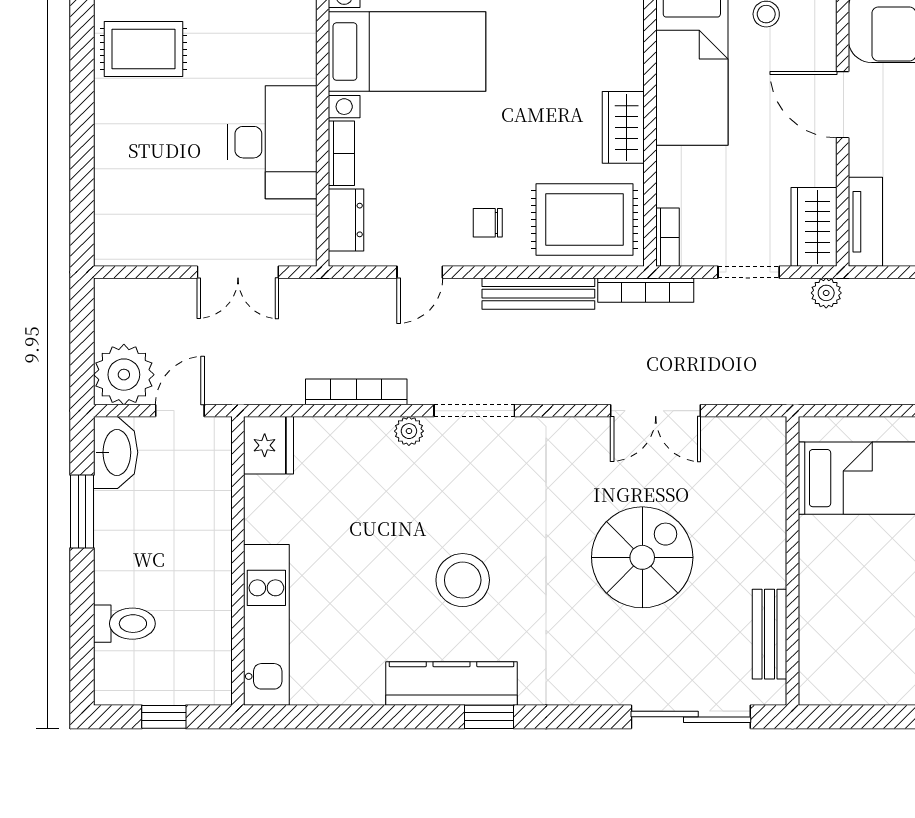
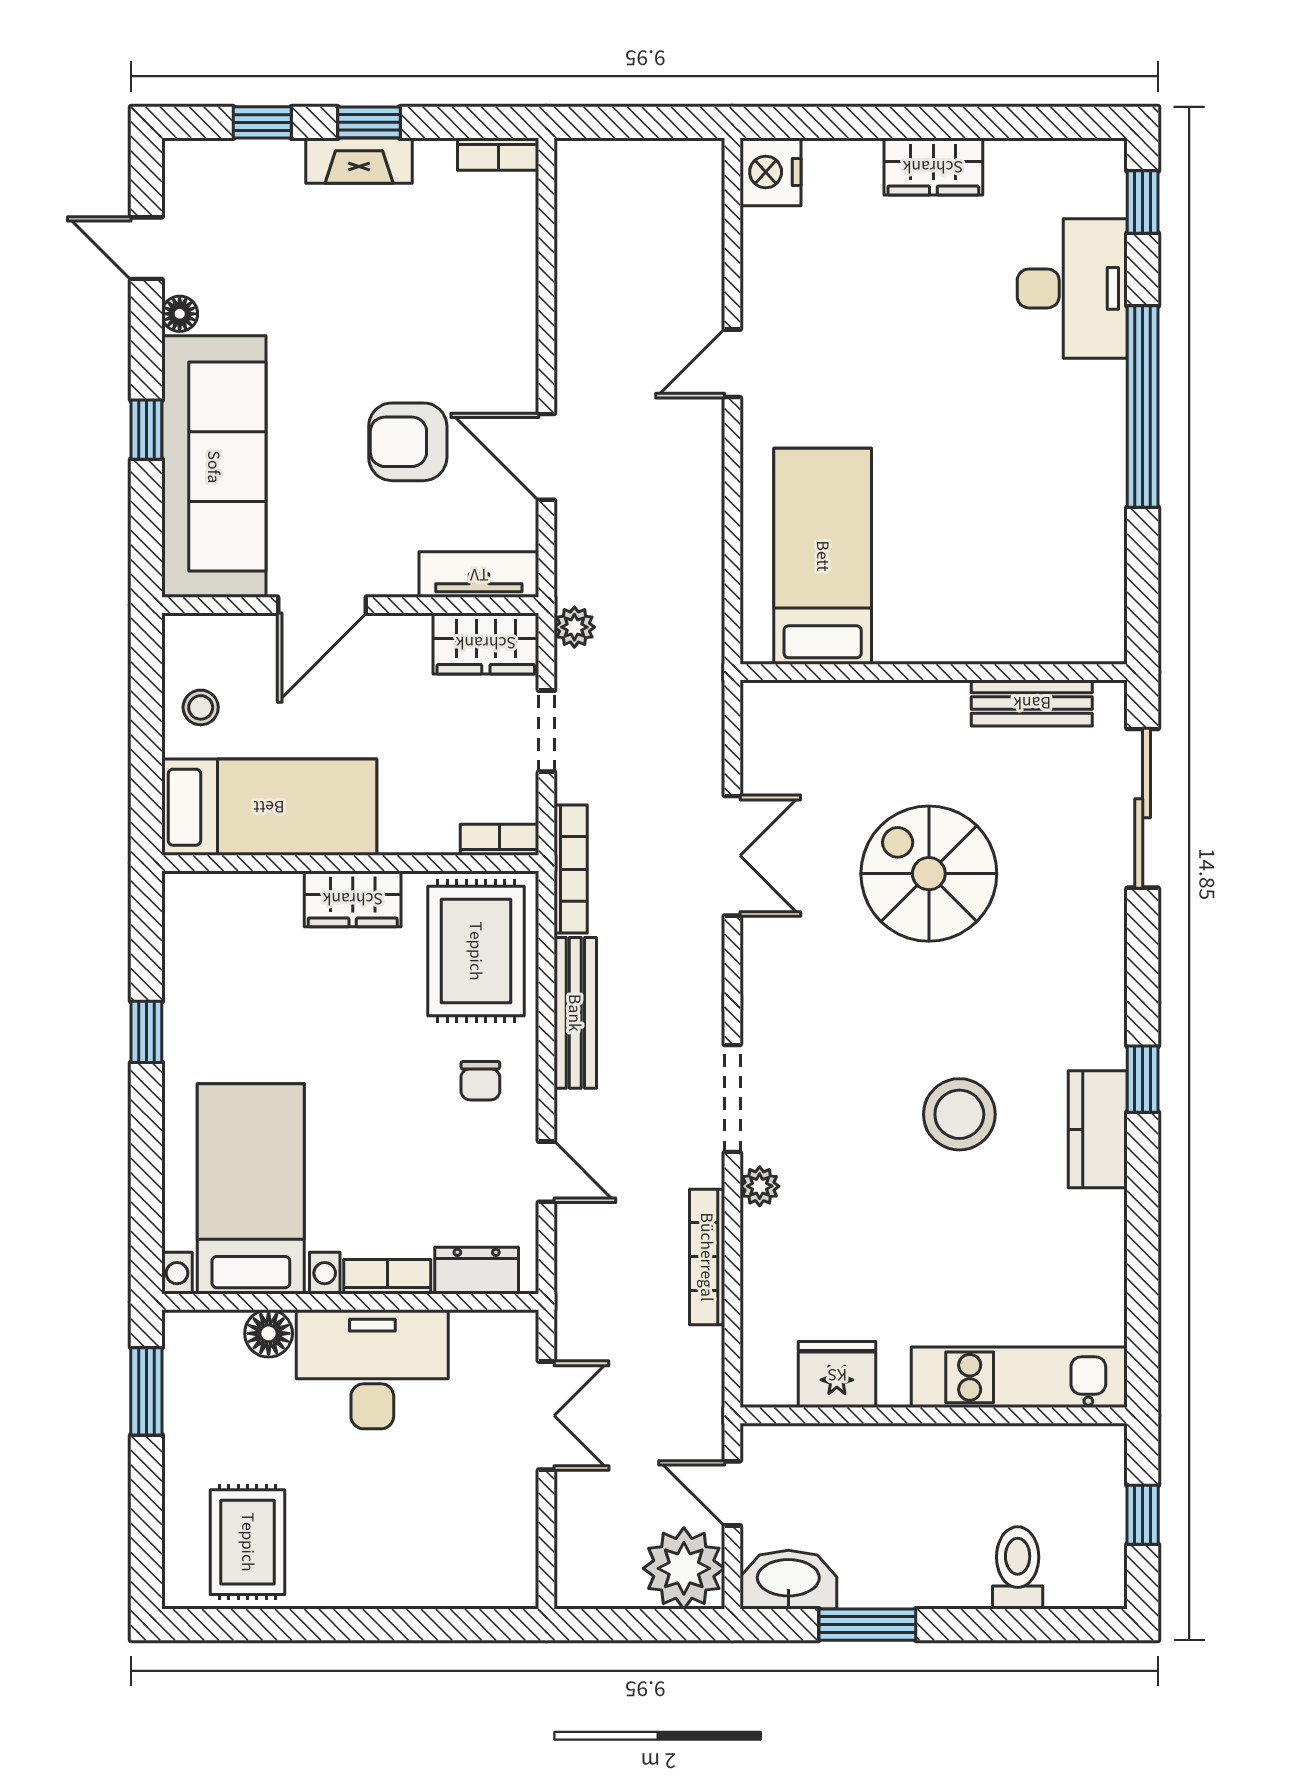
floor lamp: (299, 65) -> (269, 1333), added
fridge: (269, 445) -> (837, 1375), moved
kitchen counter: (451, 683) -> (1098, 1129), width x0.67

